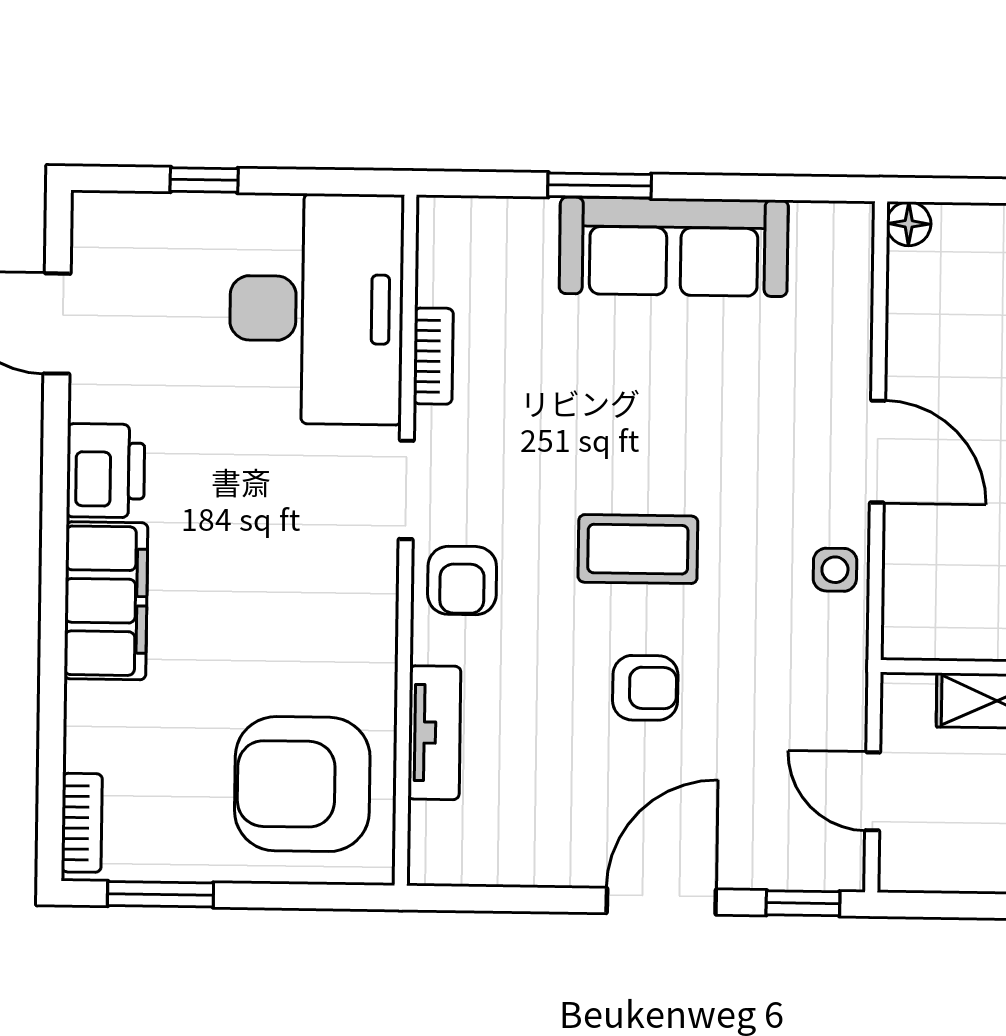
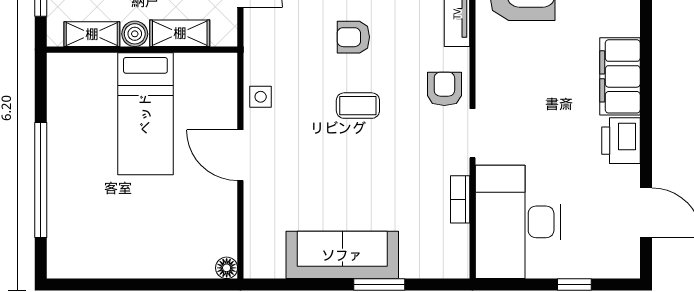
coffee table: (638, 549) -> (358, 106), width x0.73, depth x0.77

